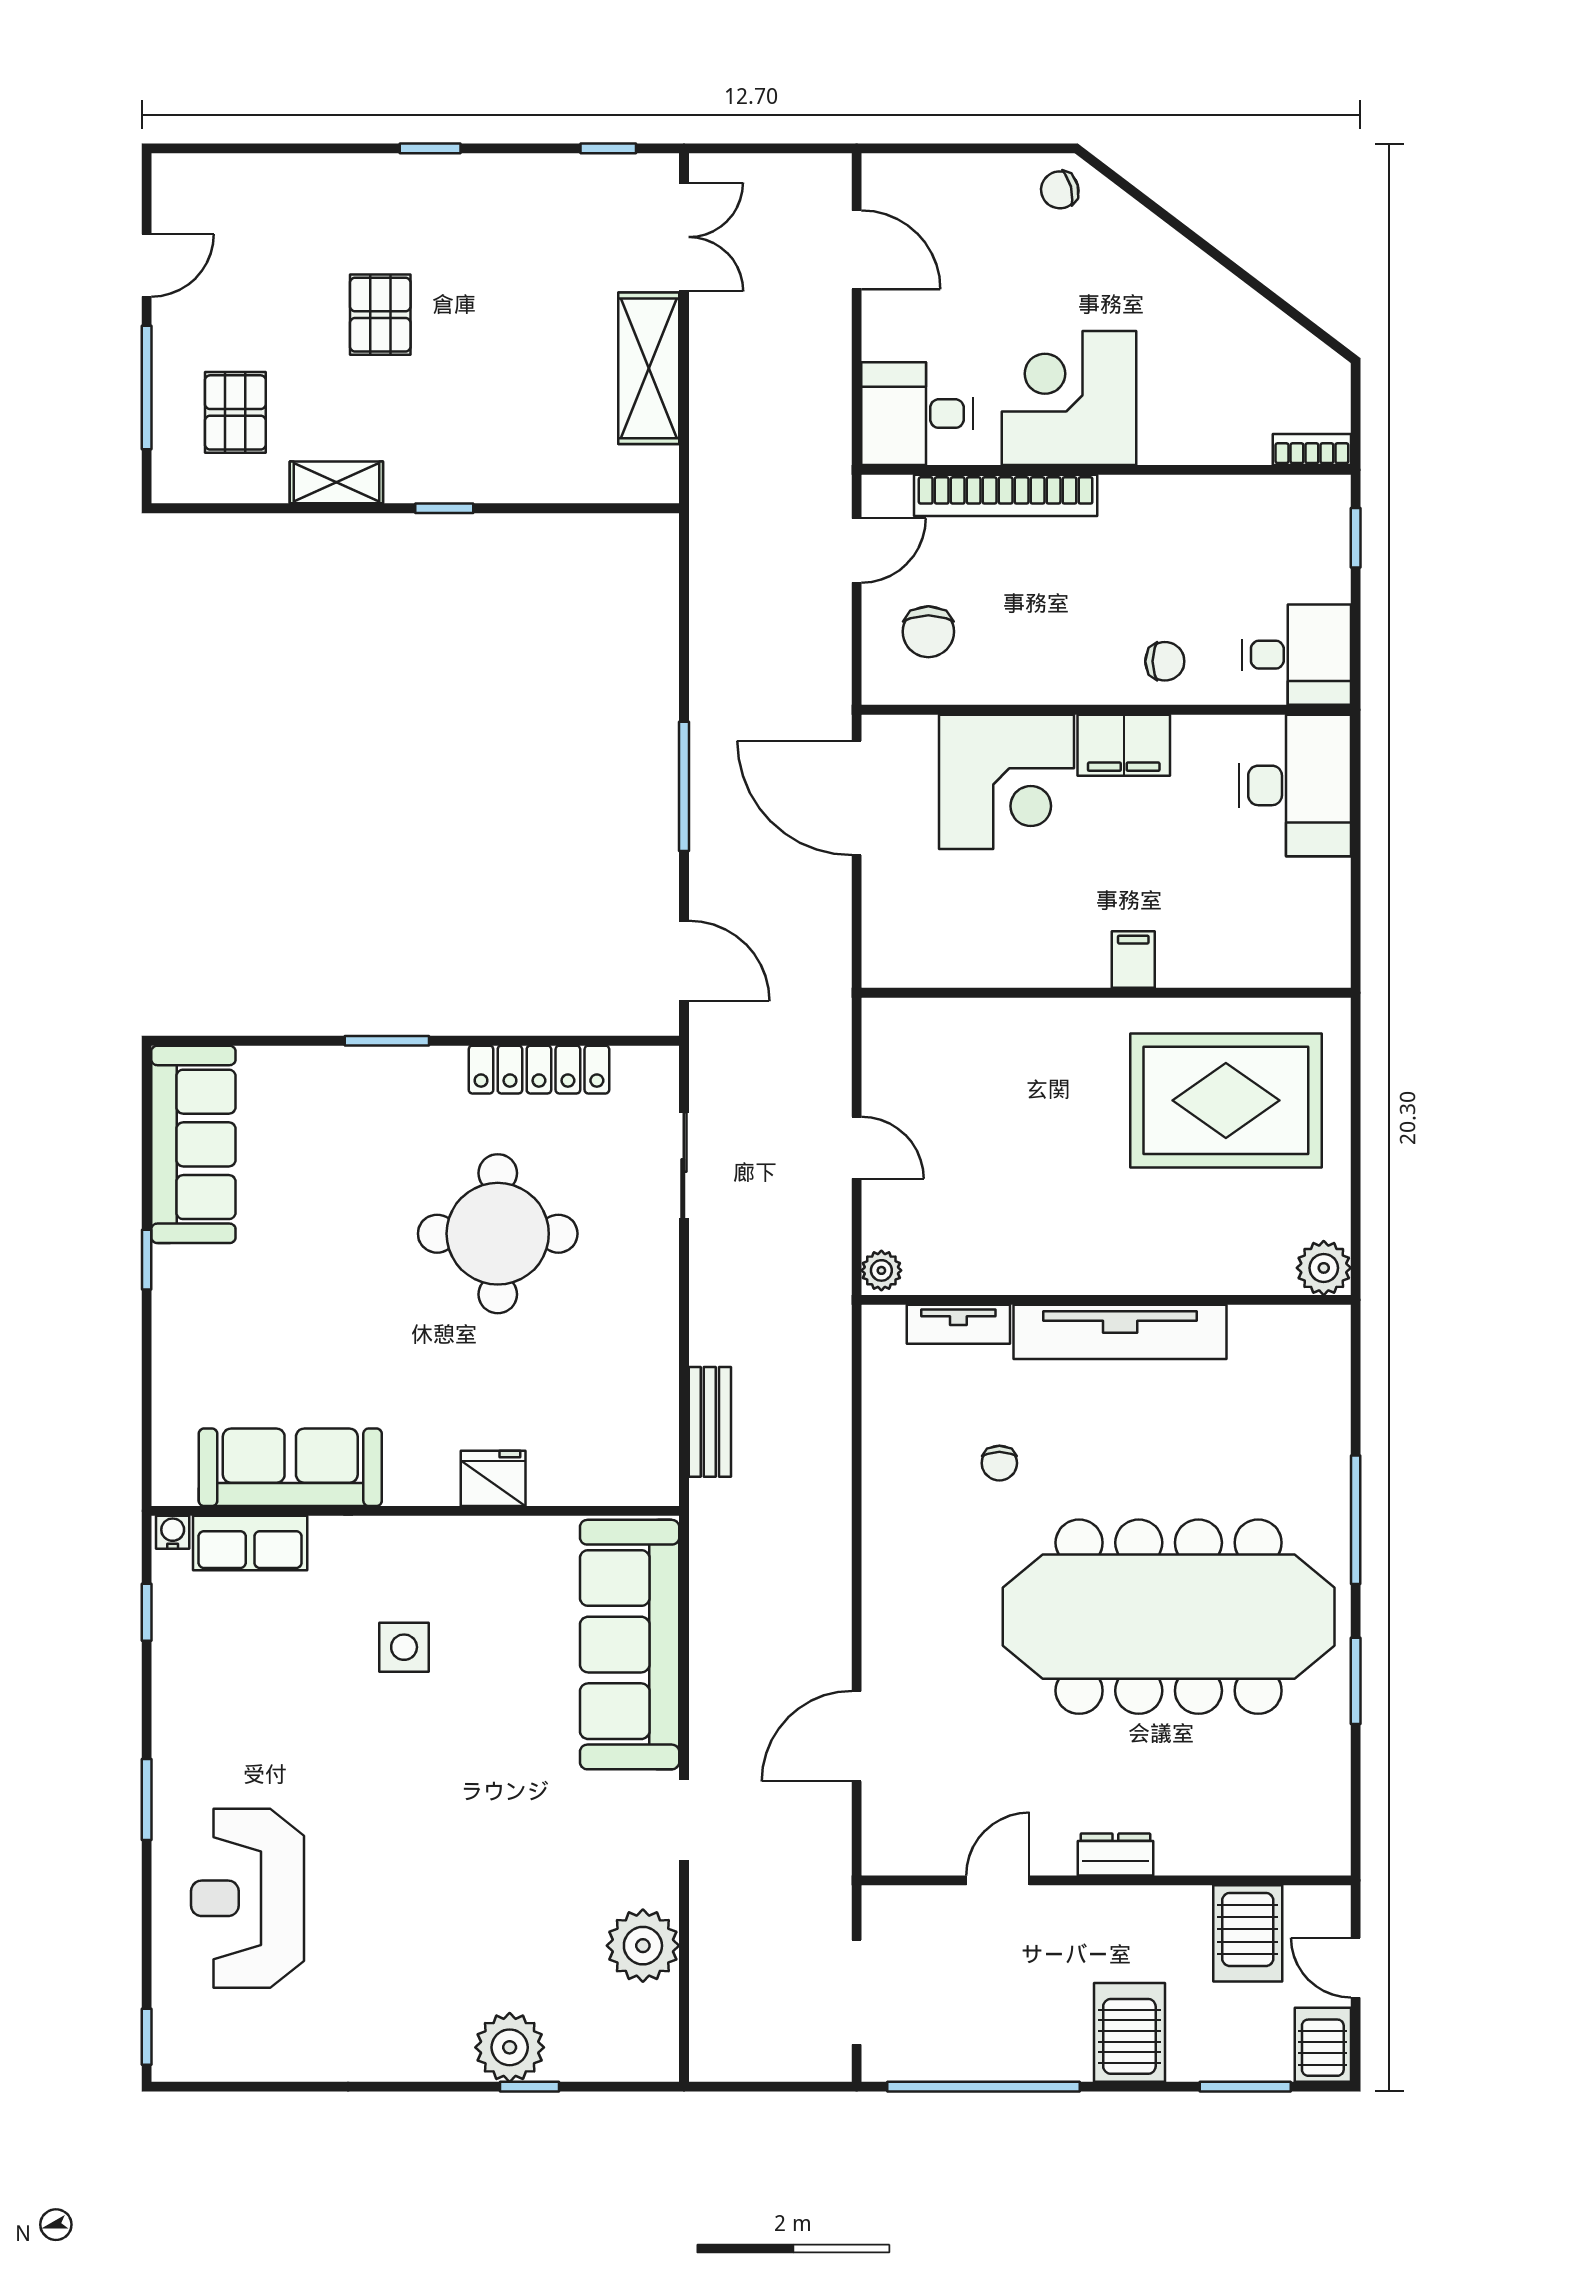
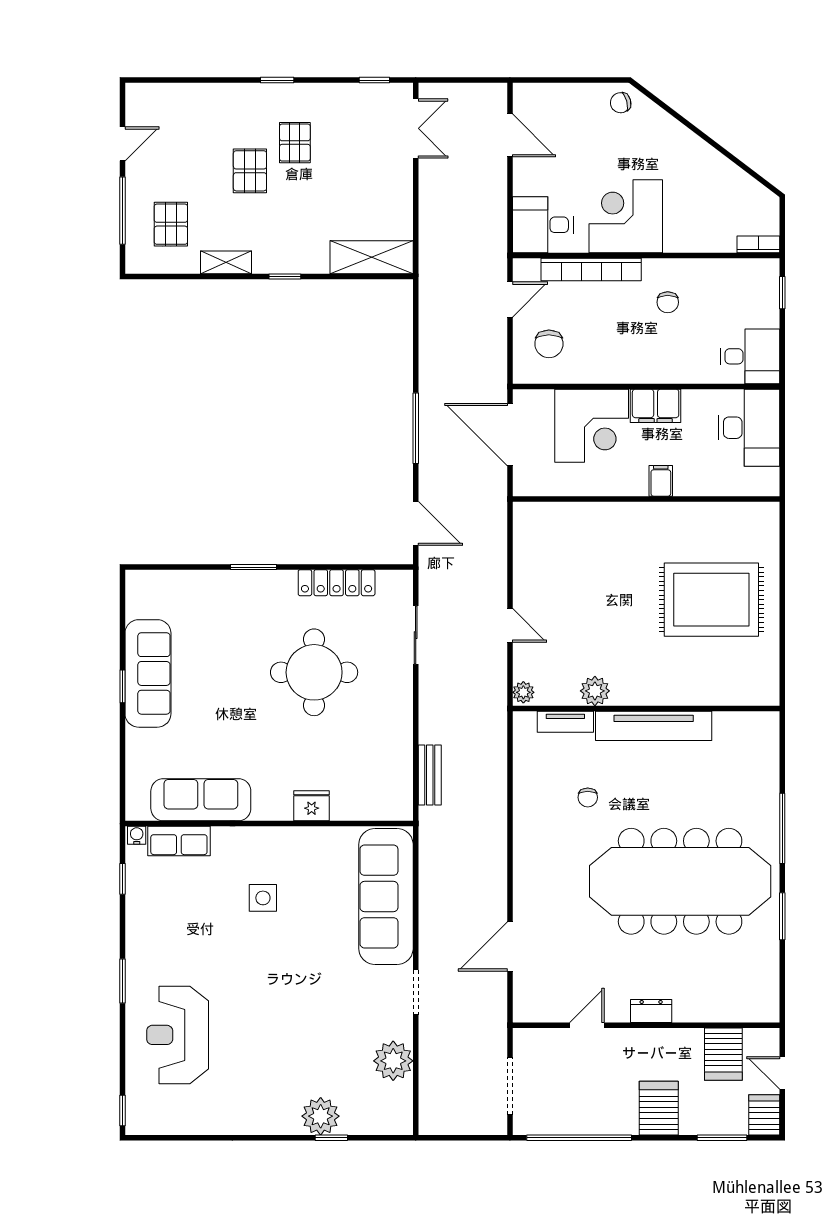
pallet: (463, 263) -> (295, 143), added
shelving: (649, 368) -> (372, 257), moved, turned 90
chair: (1165, 661) -> (668, 302), moved, turned 90
filing cabinet: (1133, 960) -> (661, 481), moved
wall: (1106, 993) -> (646, 499), moved
sofa: (193, 1144) -> (148, 673), moved
plant: (1324, 1268) -> (595, 691), moved

